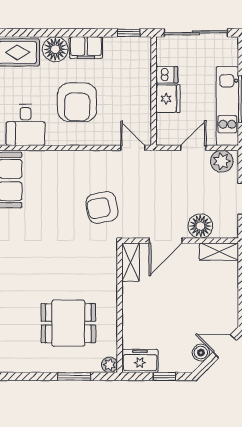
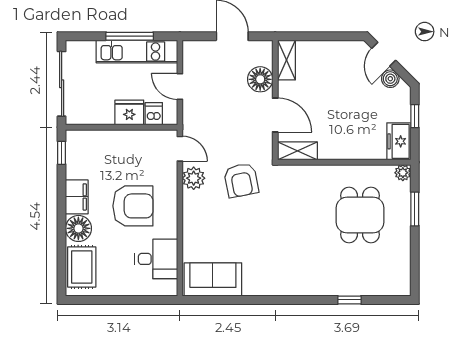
dishwasher: (167, 75) -> (154, 114), moved
door: (133, 148) -> (180, 149), swing flipped
plant: (222, 161) -> (194, 178), moved

